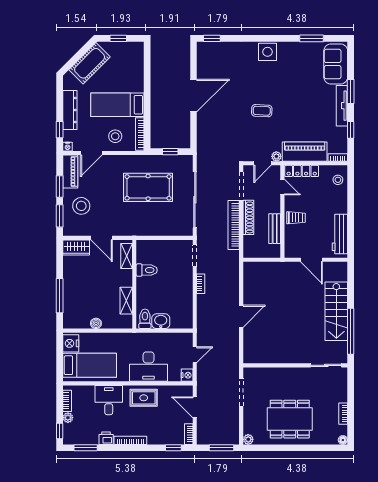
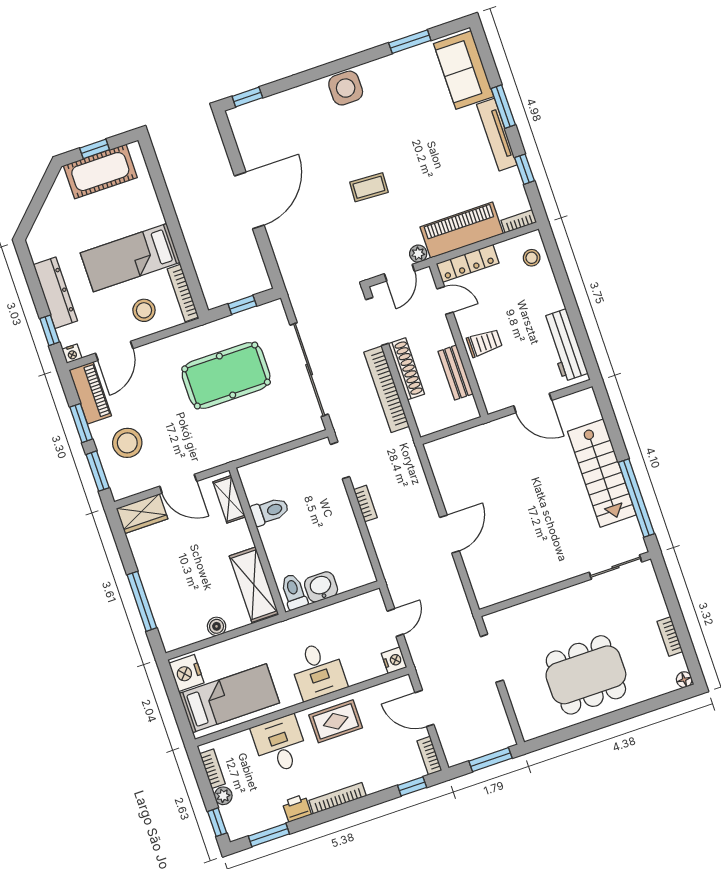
cot: (90, 63) -> (100, 172), moved, turned 45
shelving: (126, 301) -> (254, 585), width x1.50, depth x1.33
desk: (149, 367) -> (318, 671), width x0.73
plant: (248, 439) -> (529, 731), removed

